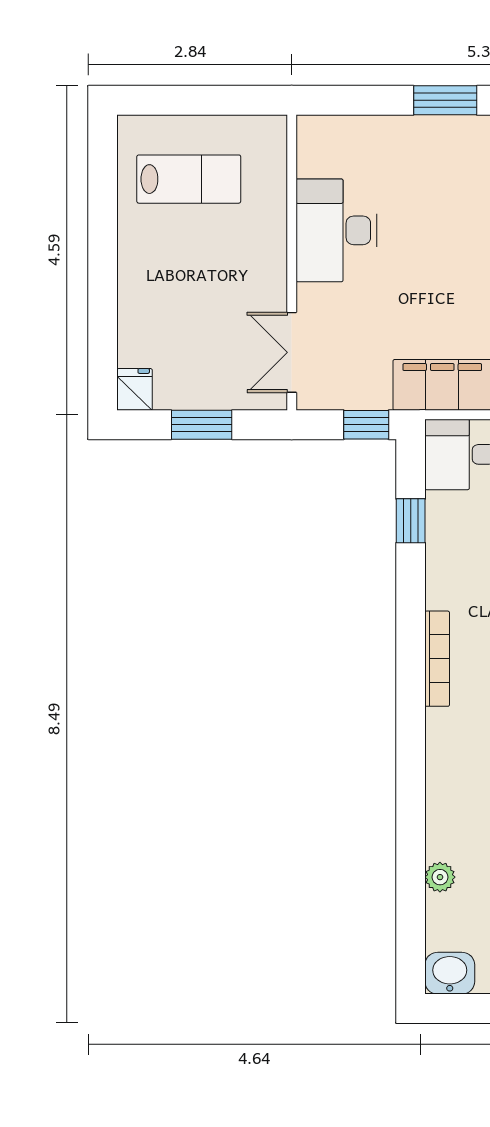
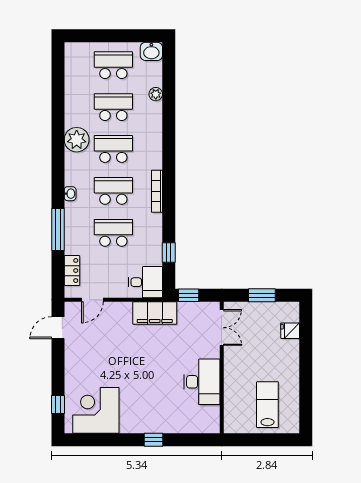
window: (445, 100) -> (153, 440), width x0.67
lab bench: (189, 179) -> (267, 405), turned 90
fridge: (135, 389) -> (290, 331), moved, turned 90

